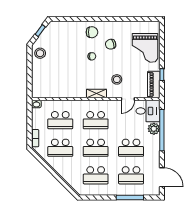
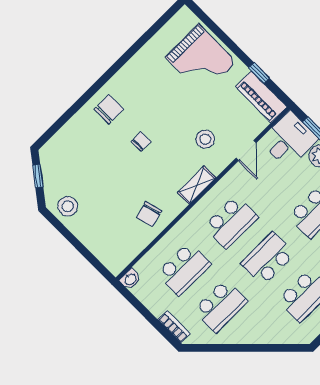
chair: (111, 44) -> (149, 214), moved
school desk: (96, 148) -> (268, 259), turned 180

